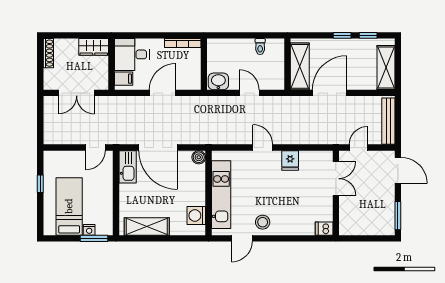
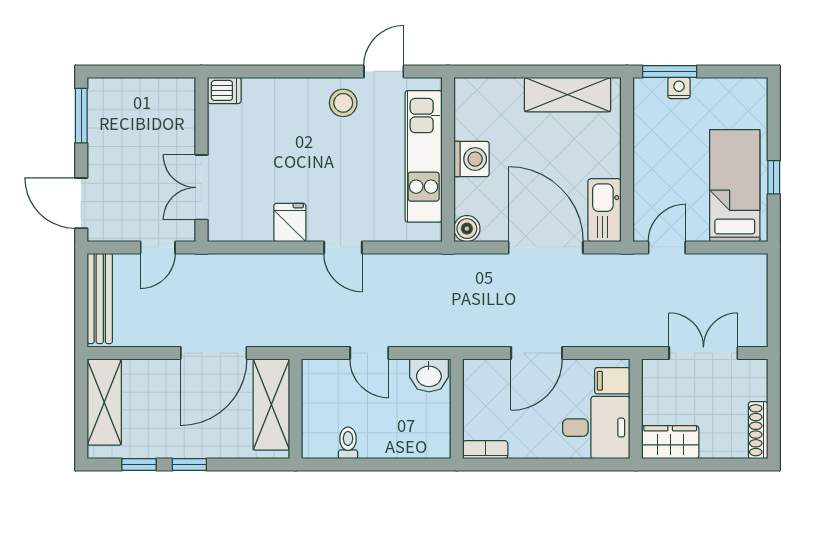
bookcase: (183, 43) -> (485, 450), width x0.64
bed: (69, 206) -> (735, 186), moved, turned 180
washing machine: (196, 216) -> (472, 159), moved

